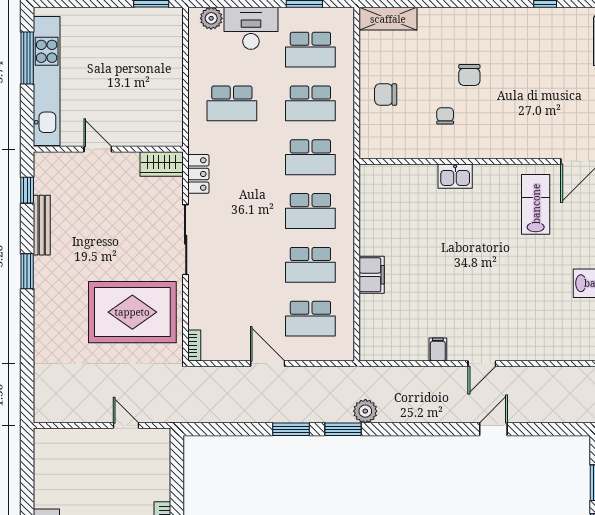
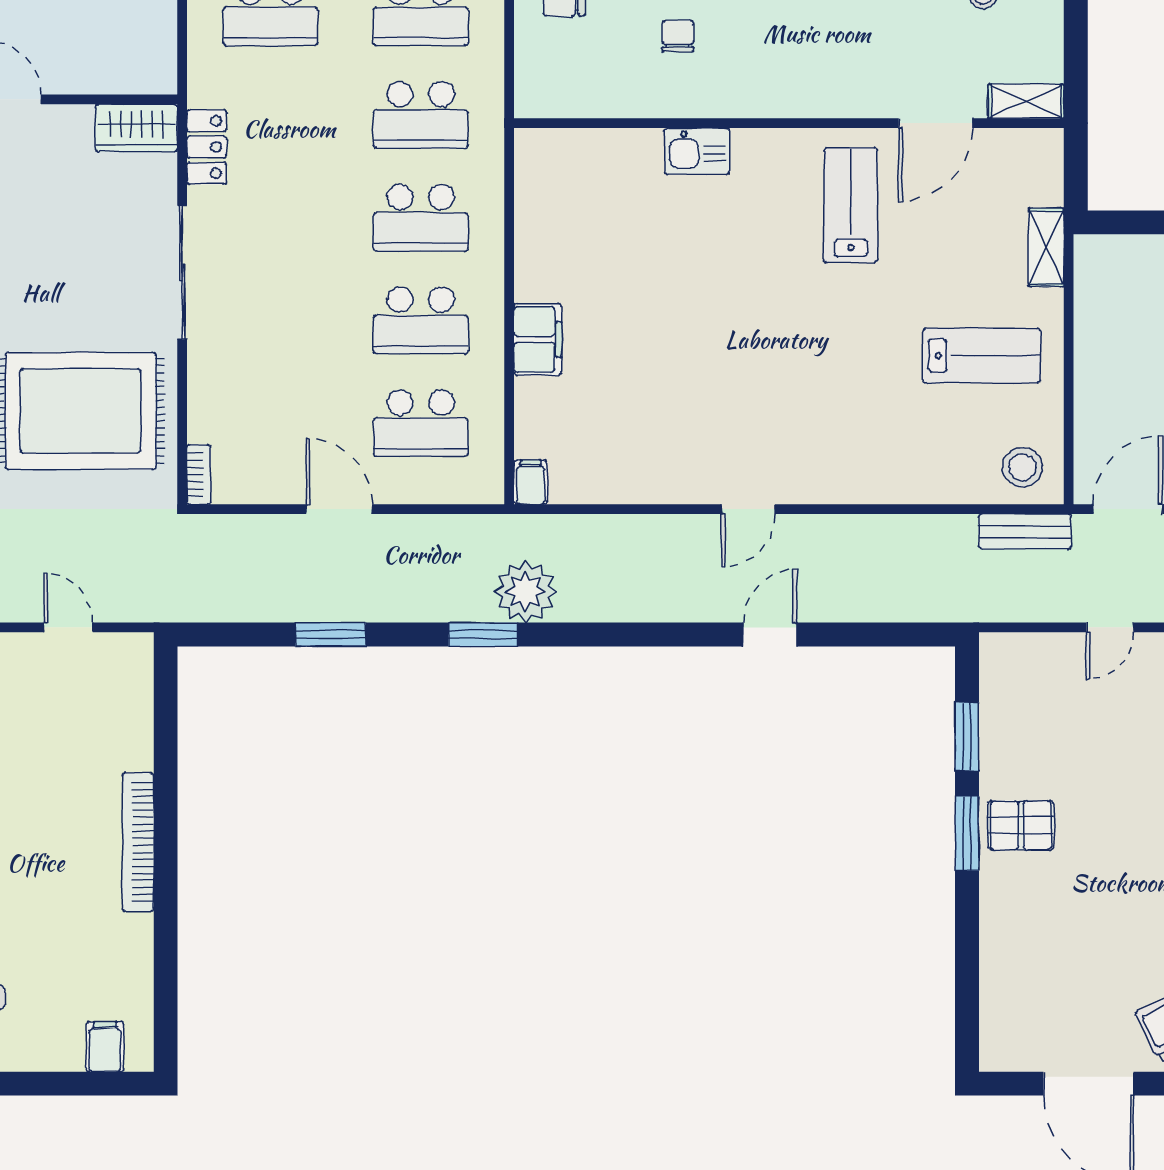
filing cabinet: (438, 350) -> (531, 482), moved
plant: (365, 411) -> (525, 592), width x1.36, depth x1.36
window: (291, 429) -> (331, 634), moved

